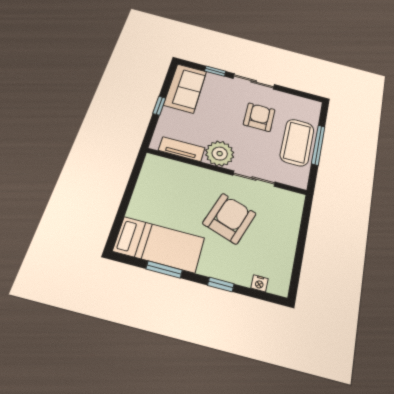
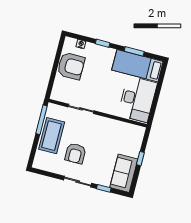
window: (318, 145) -> (41, 120), moved
tv unit: (182, 149) -> (126, 128), removed
plant: (220, 154) -> (102, 125), removed
desk: (161, 191) -> (137, 99), added
armchair: (229, 218) -> (71, 66), moved, turned -108

